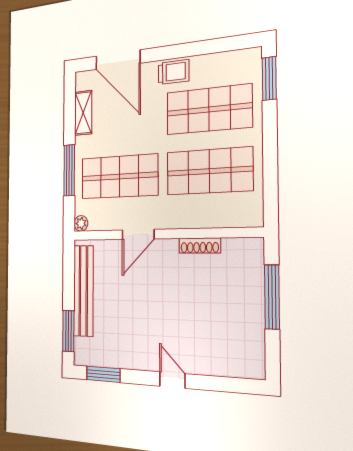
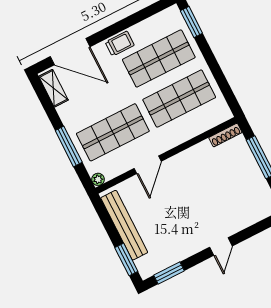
shelving: (83, 113) -> (53, 88), moved
shoe rack: (200, 246) -> (225, 135), moved
door: (172, 380) -> (221, 247), swing flipped

